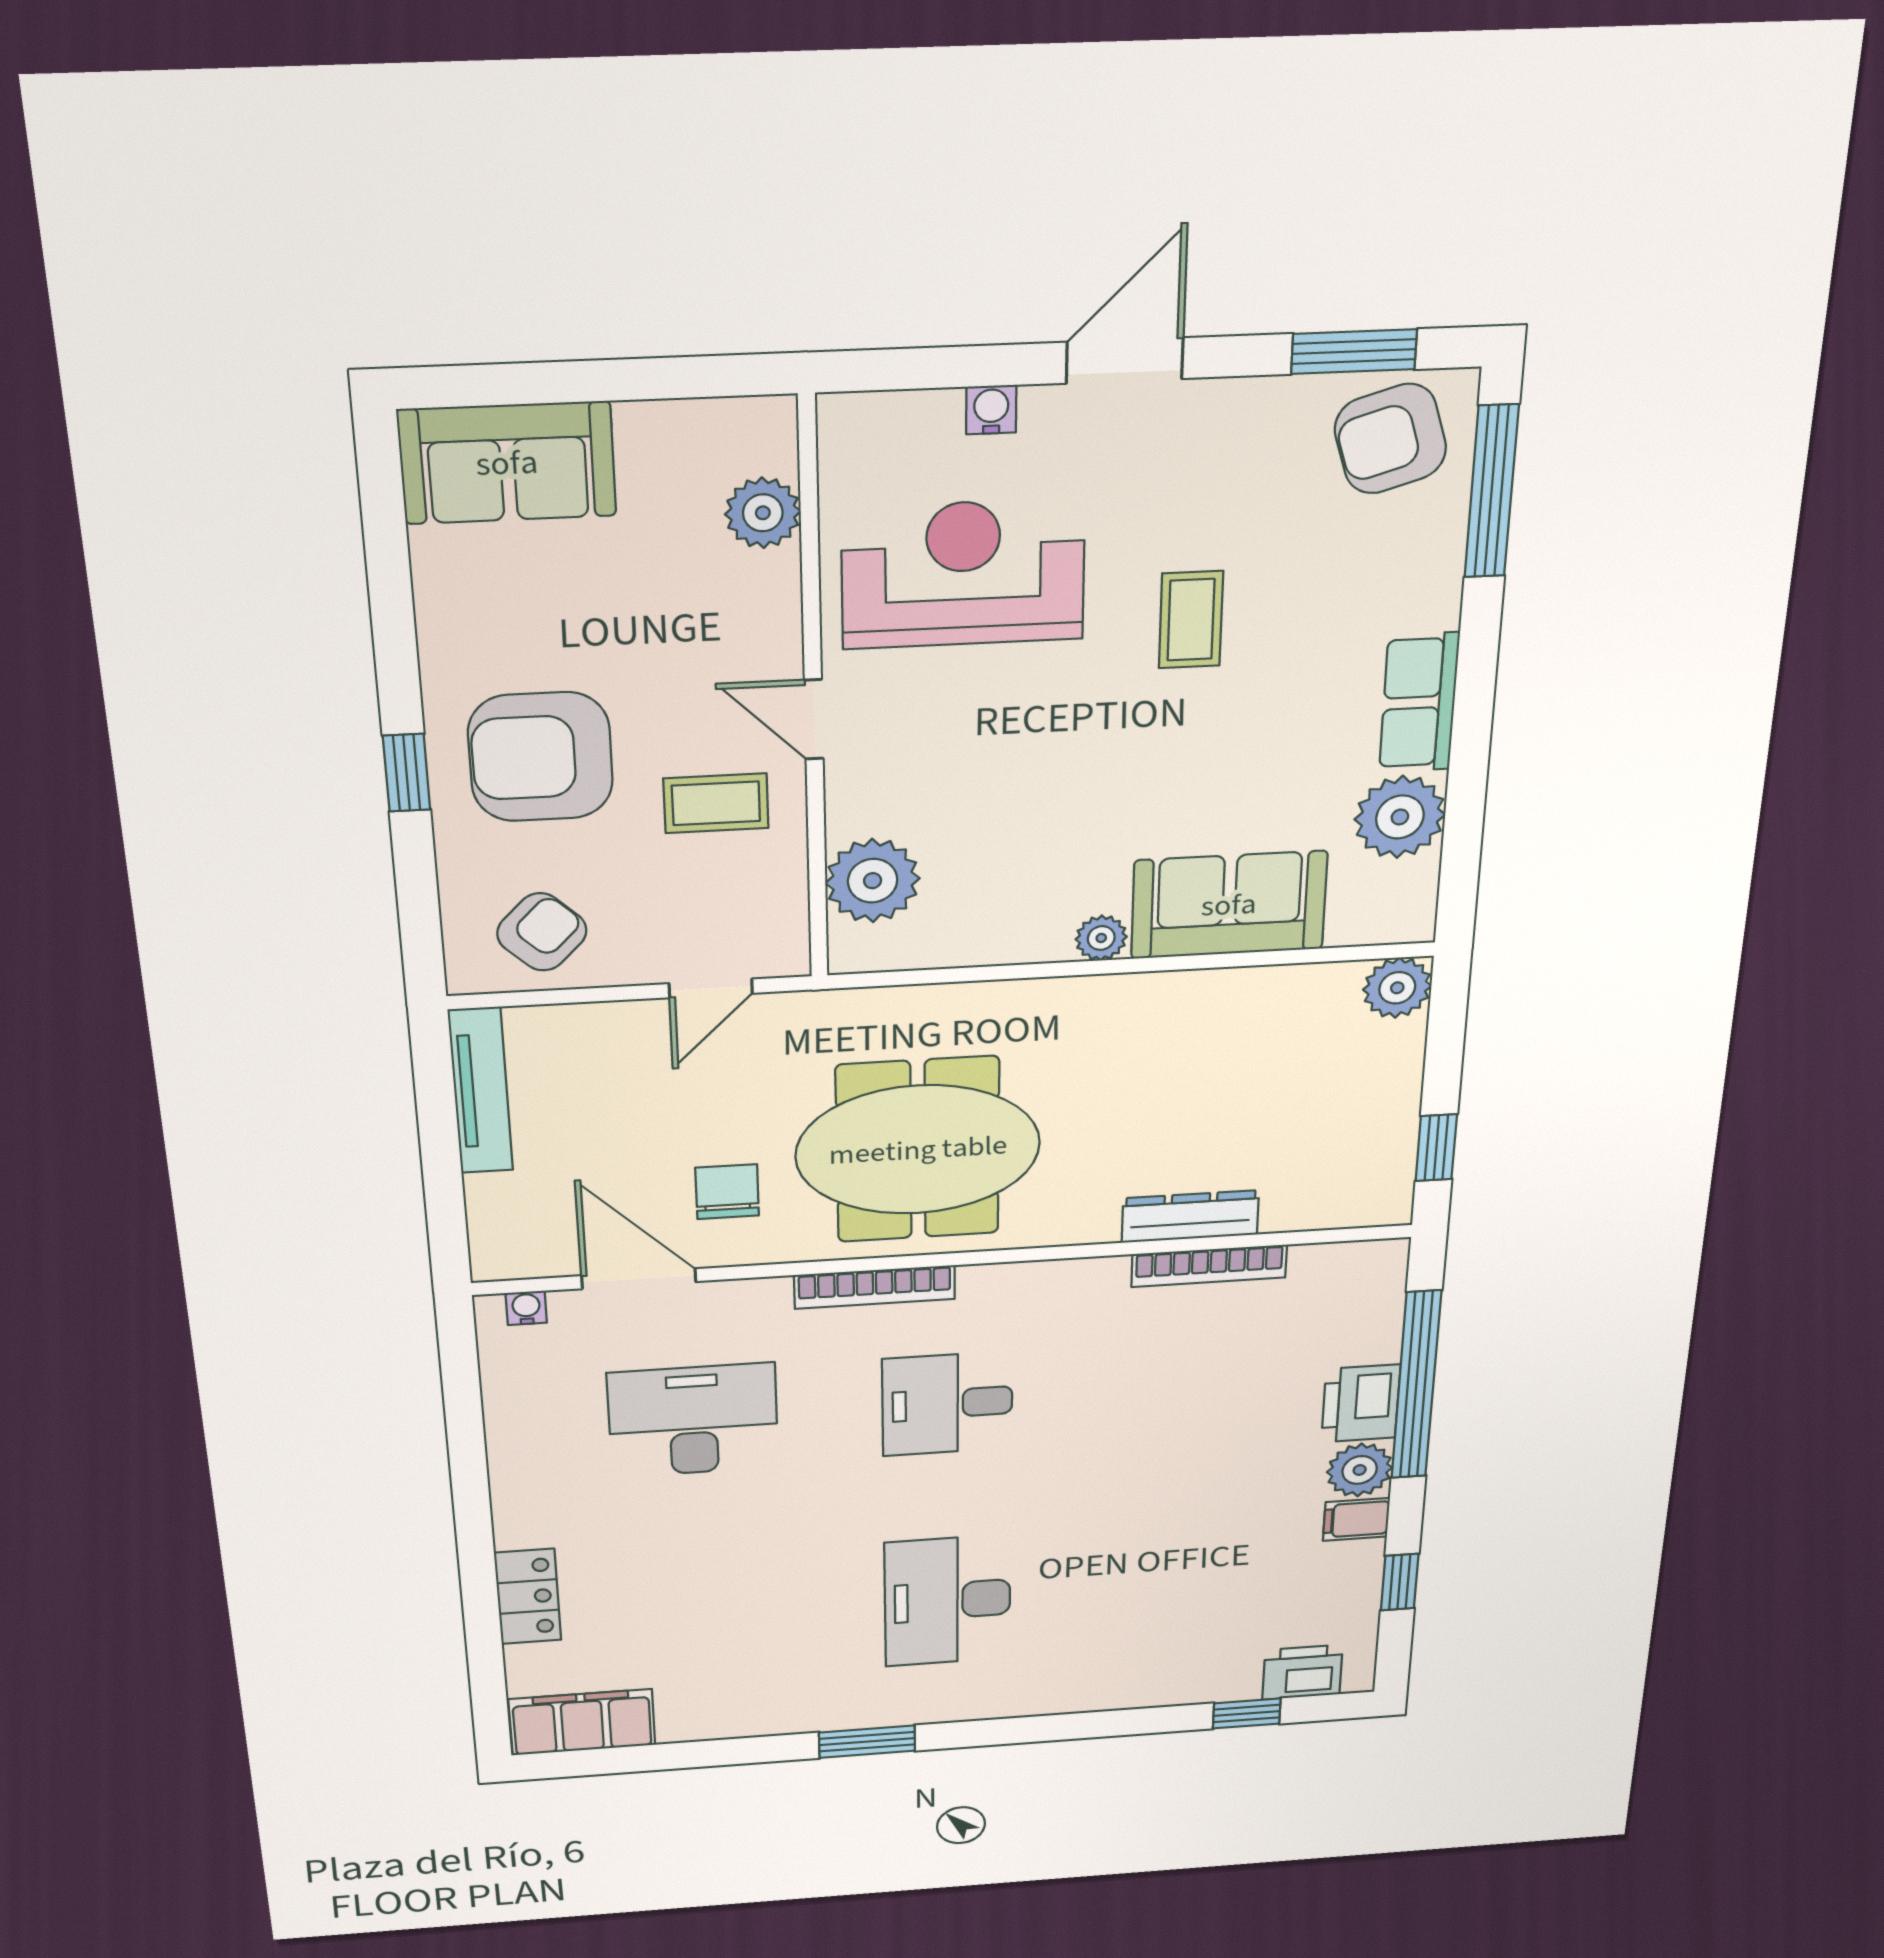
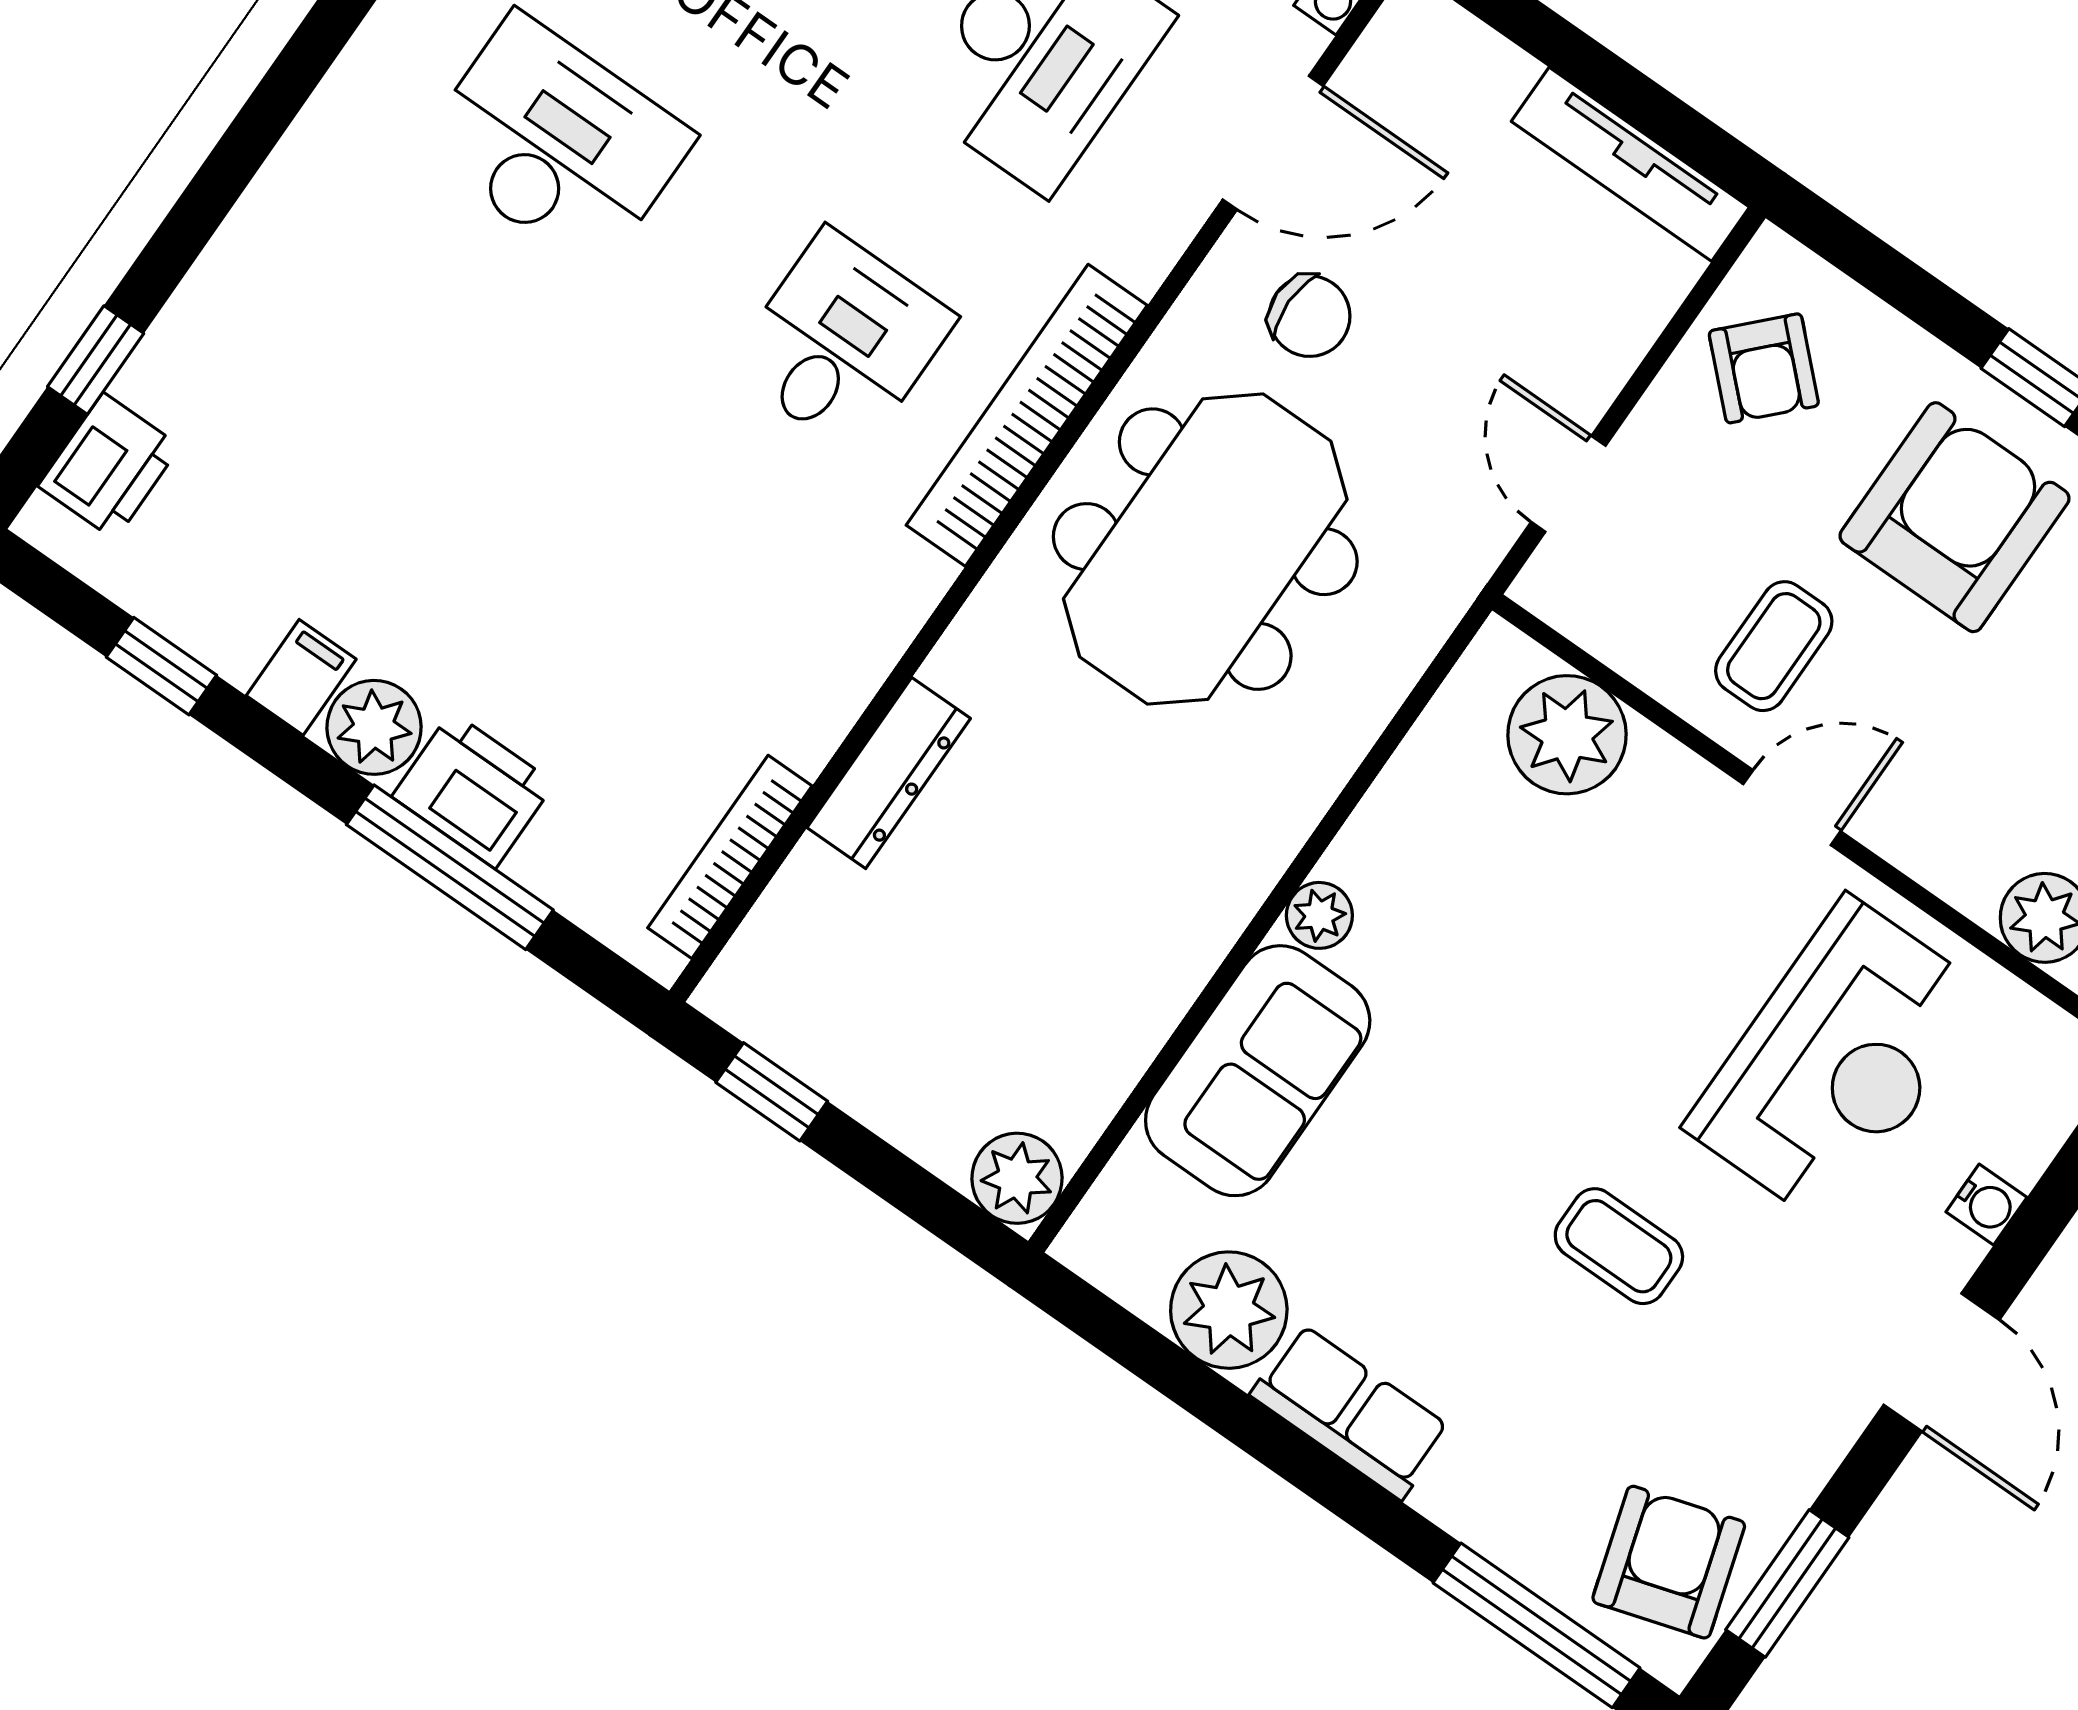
bookcase: (1209, 1266) -> (730, 857), moved
bookcase: (875, 1287) -> (1027, 415), width x1.48, depth x1.31
window: (1416, 1385) -> (450, 867), width x0.68

